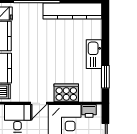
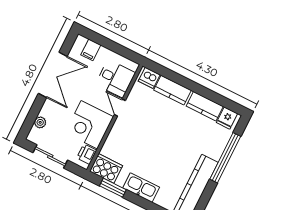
cooker: (66, 93) -> (106, 168), moved, turned -90

